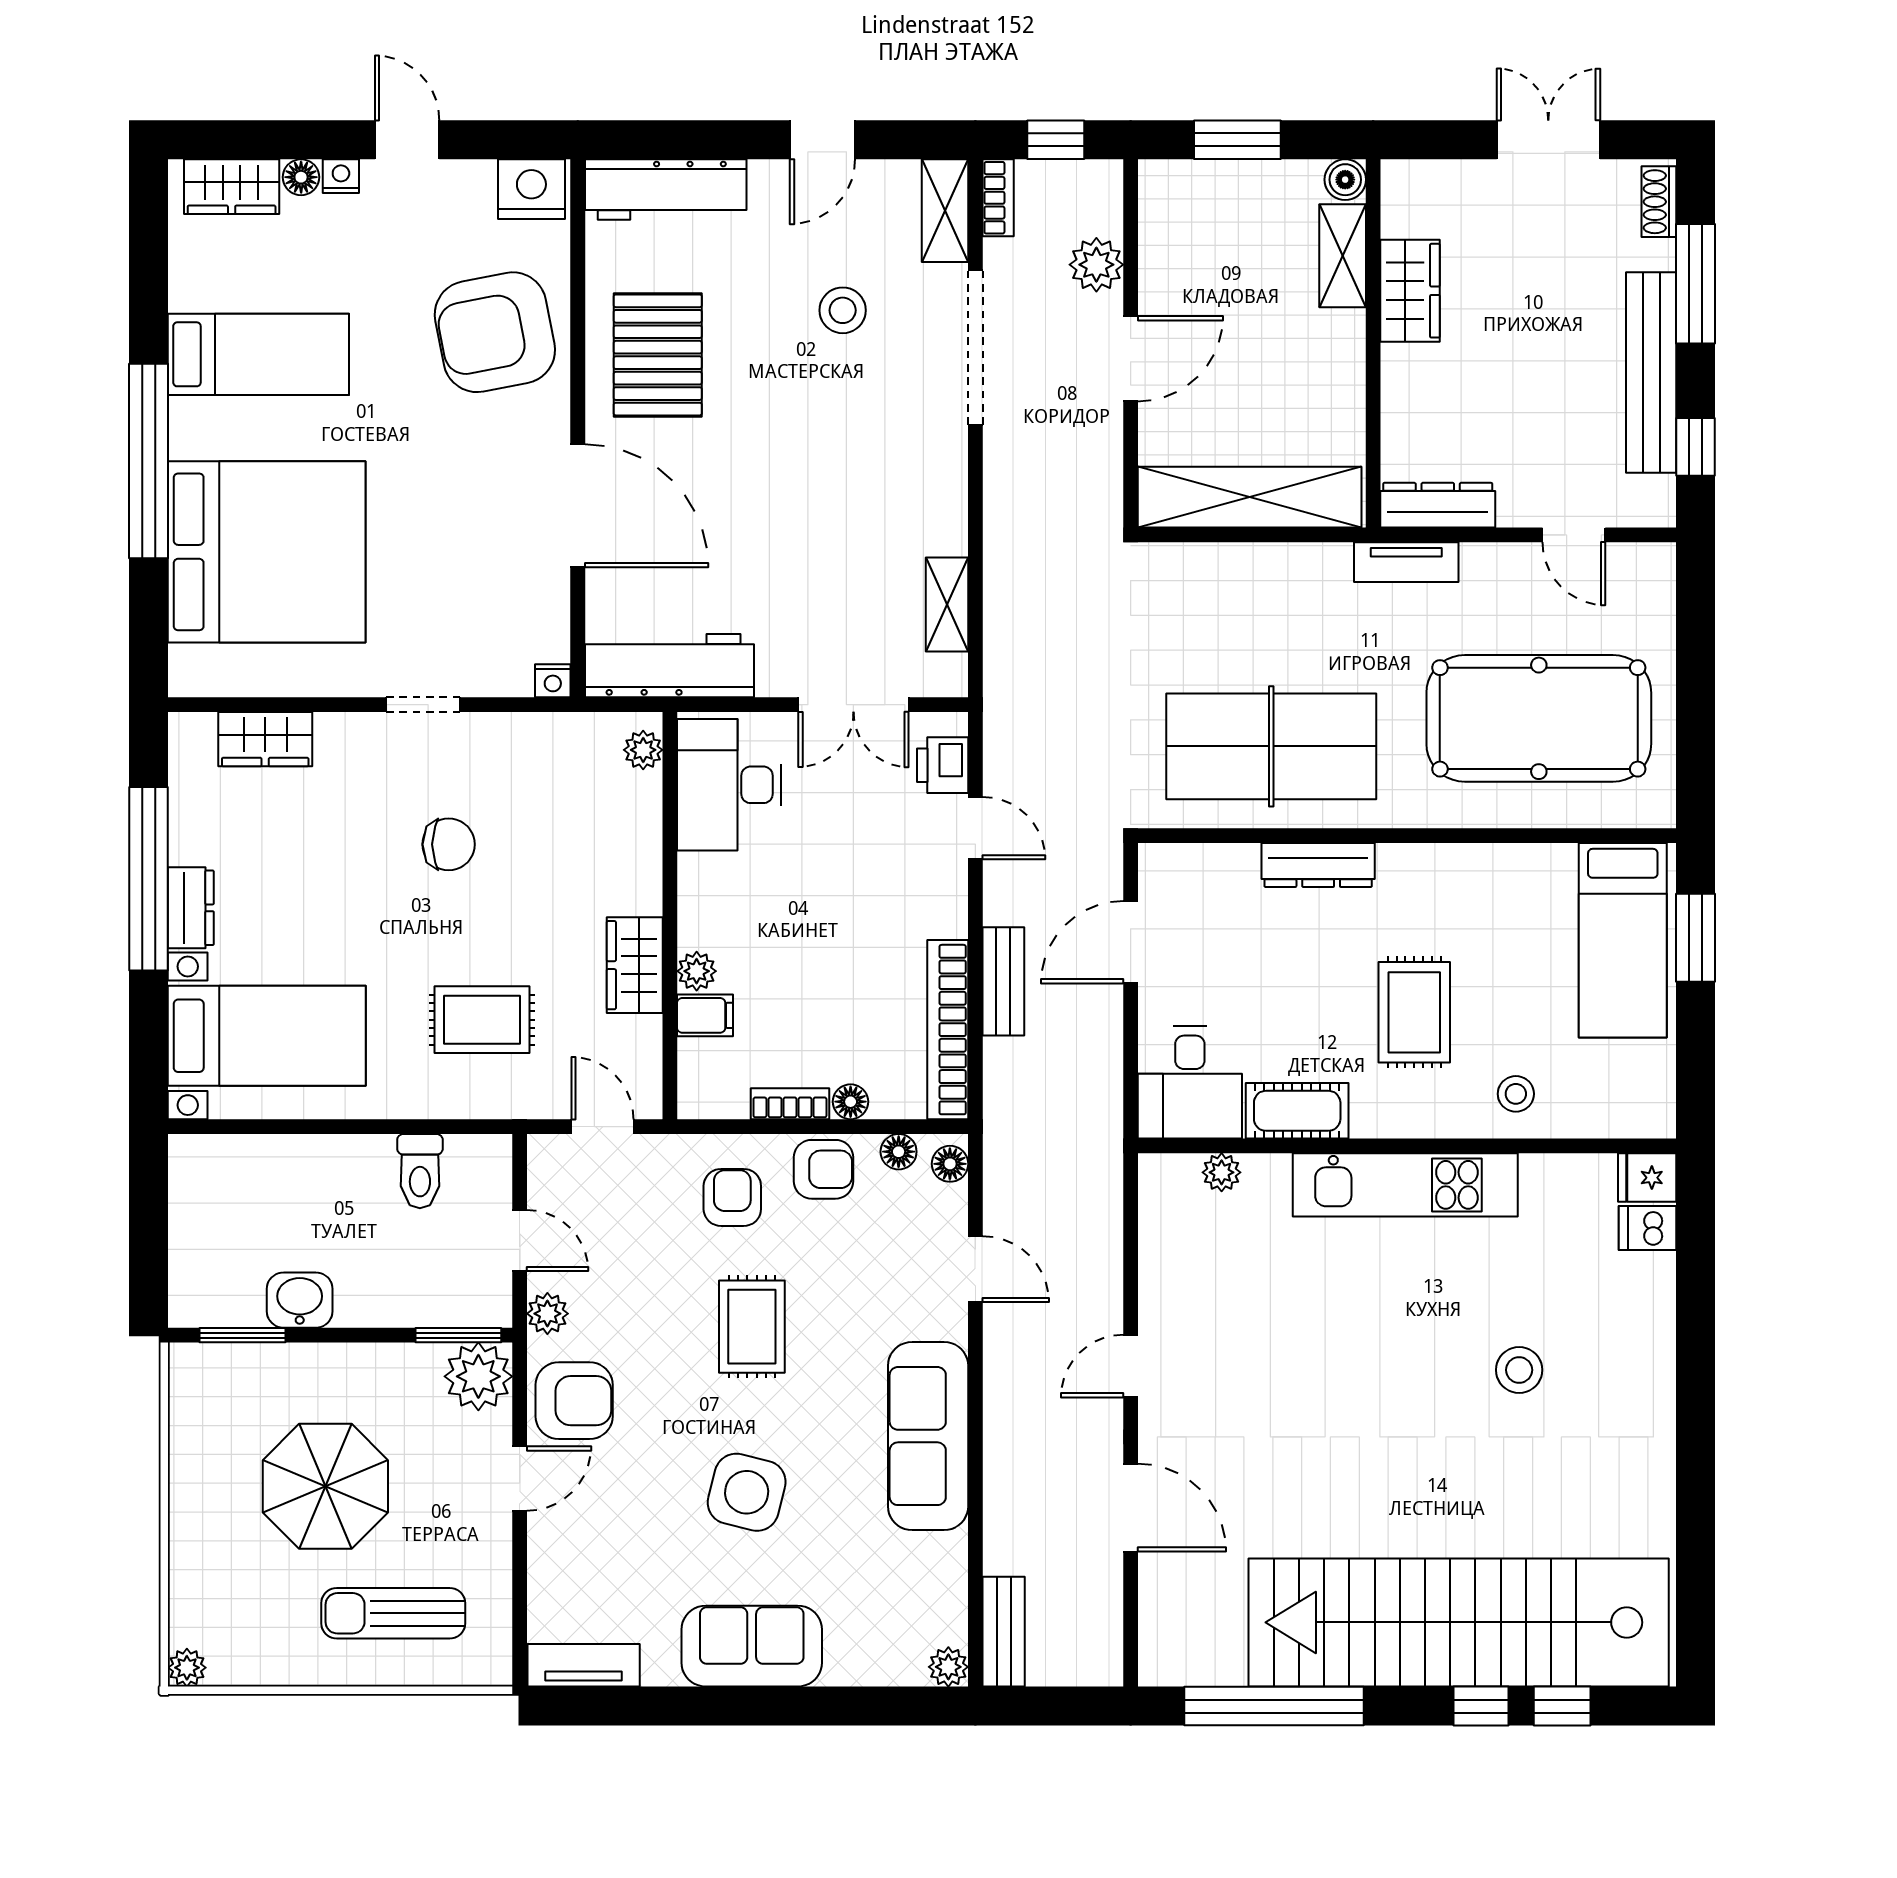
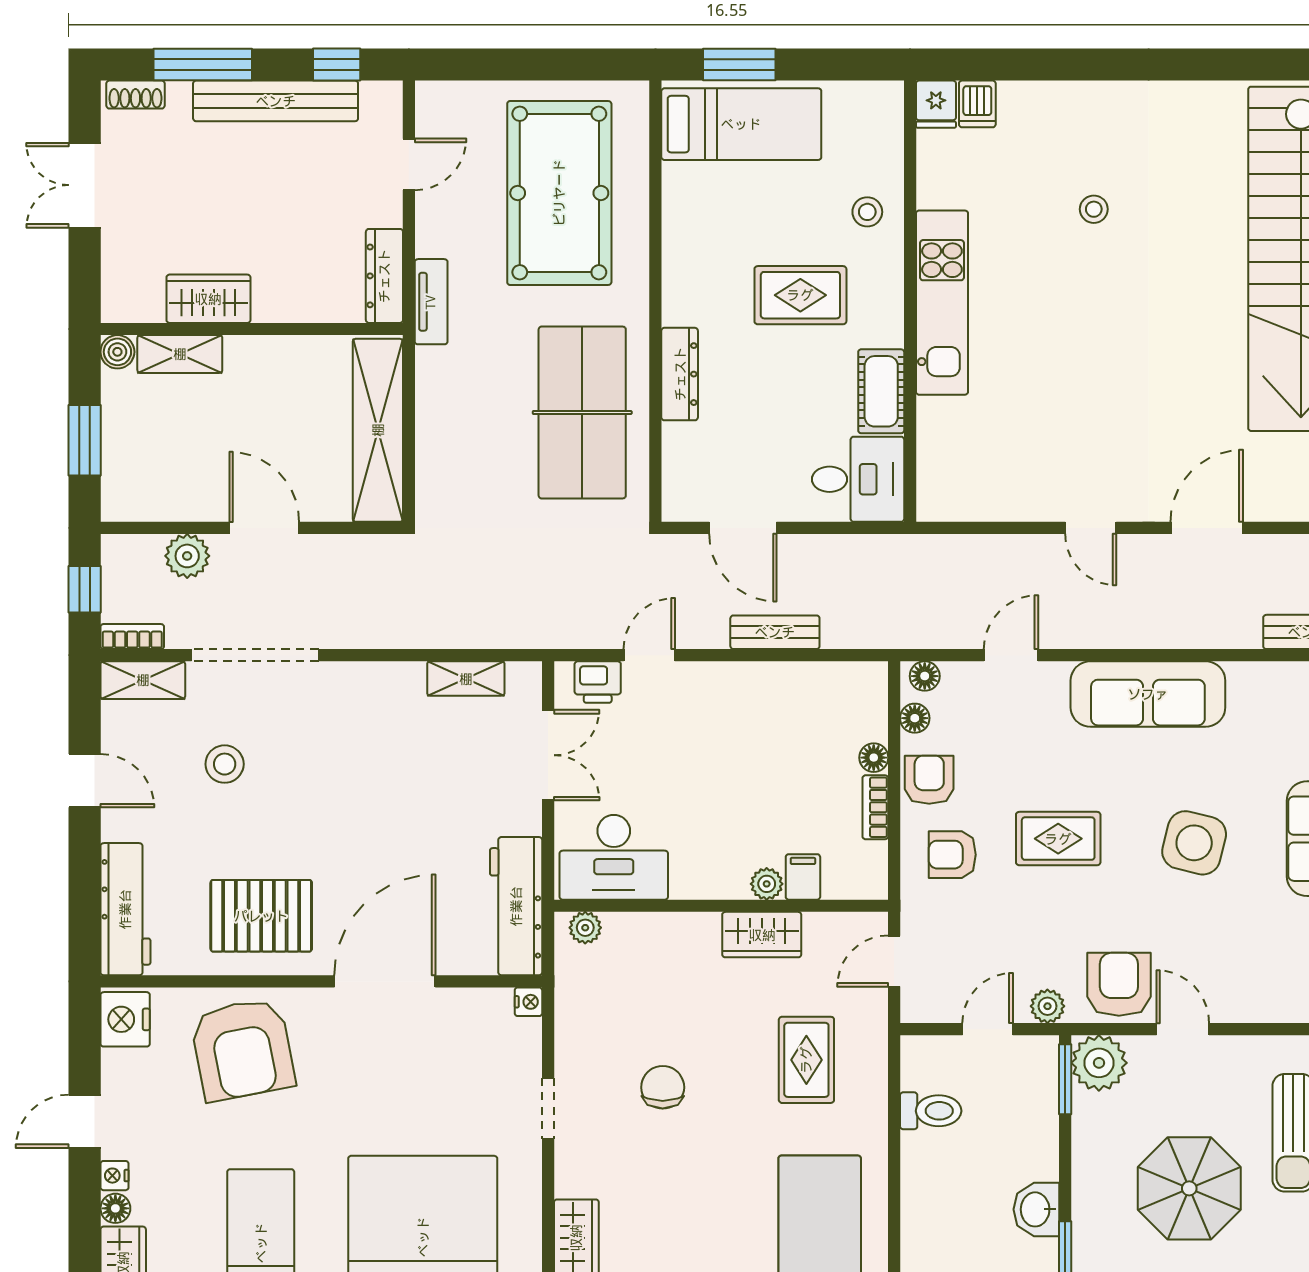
bookcase: (948, 1030) -> (815, 678), removed
plant: (1222, 1172) -> (932, 453), removed
stool: (1519, 1370) -> (1094, 209), width x0.73, depth x0.73

